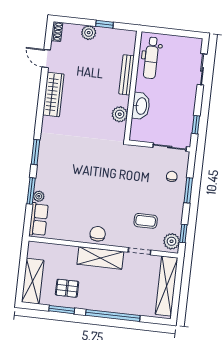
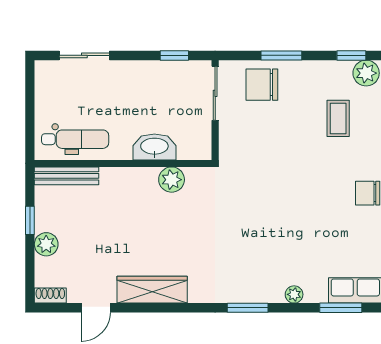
bench: (126, 75) -> (67, 176), moved
chair: (172, 176) -> (262, 85), width x1.87, depth x1.87
window: (31, 191) -> (341, 308), moved
plant: (39, 196) -> (294, 294), moved

